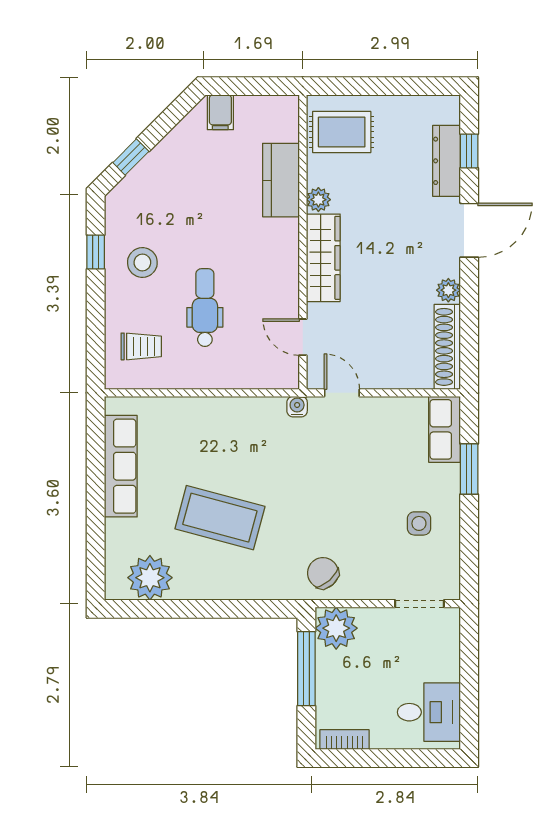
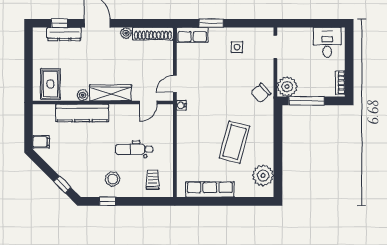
kitchen counter: (281, 180) -> (82, 113), width x1.50

